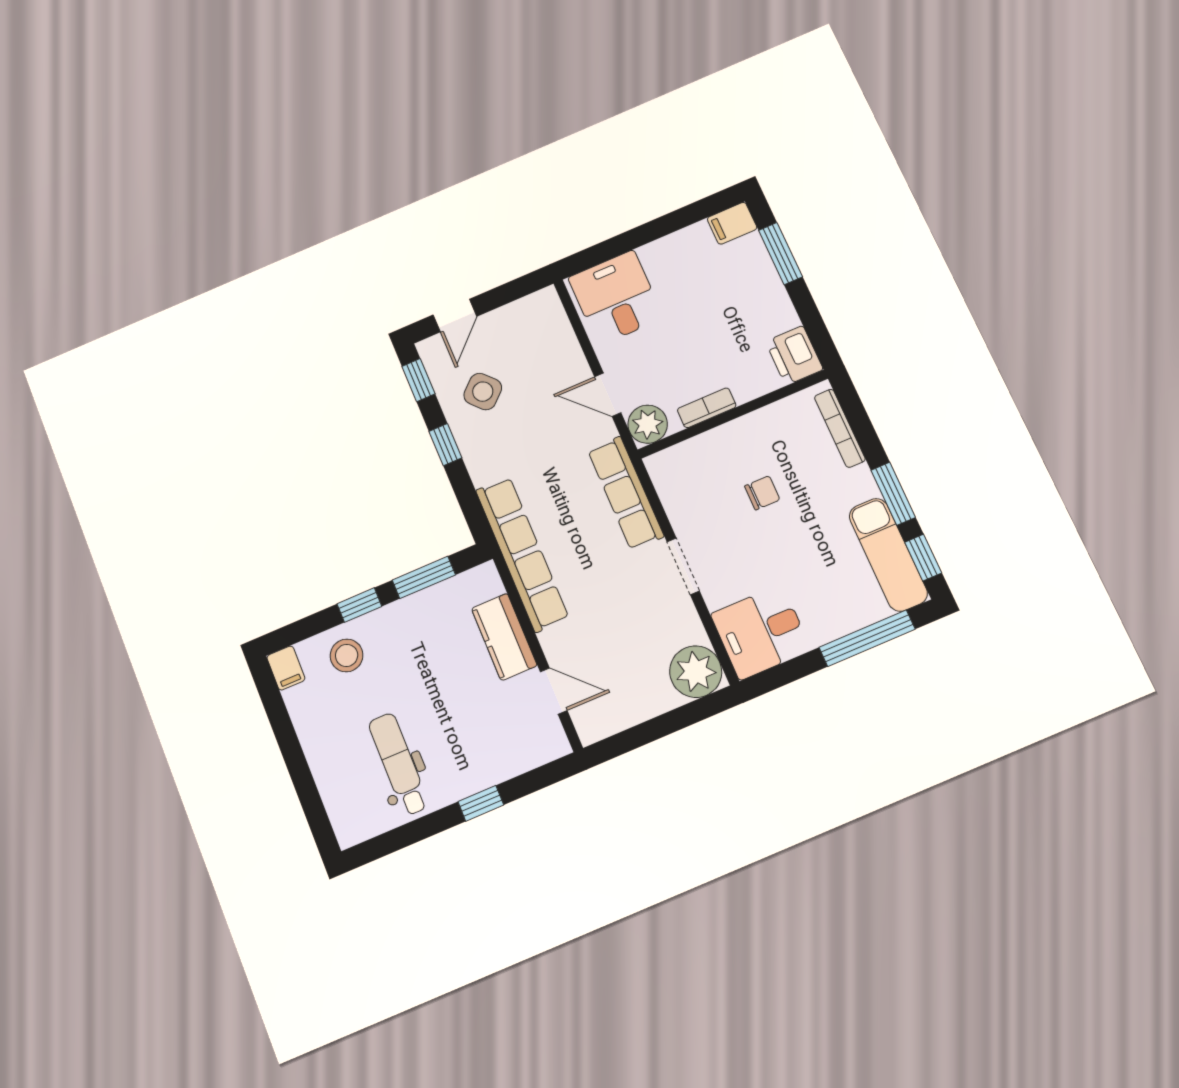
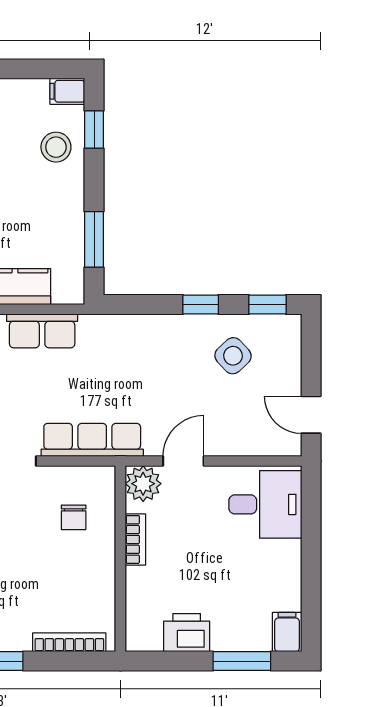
door: (455, 316) -> (311, 415), moved
printer: (794, 355) -> (187, 633), moved
chair: (762, 493) -> (74, 517), moved
row of seats: (522, 554) -> (42, 331), width x0.50
window: (359, 605) -> (94, 130), moved

